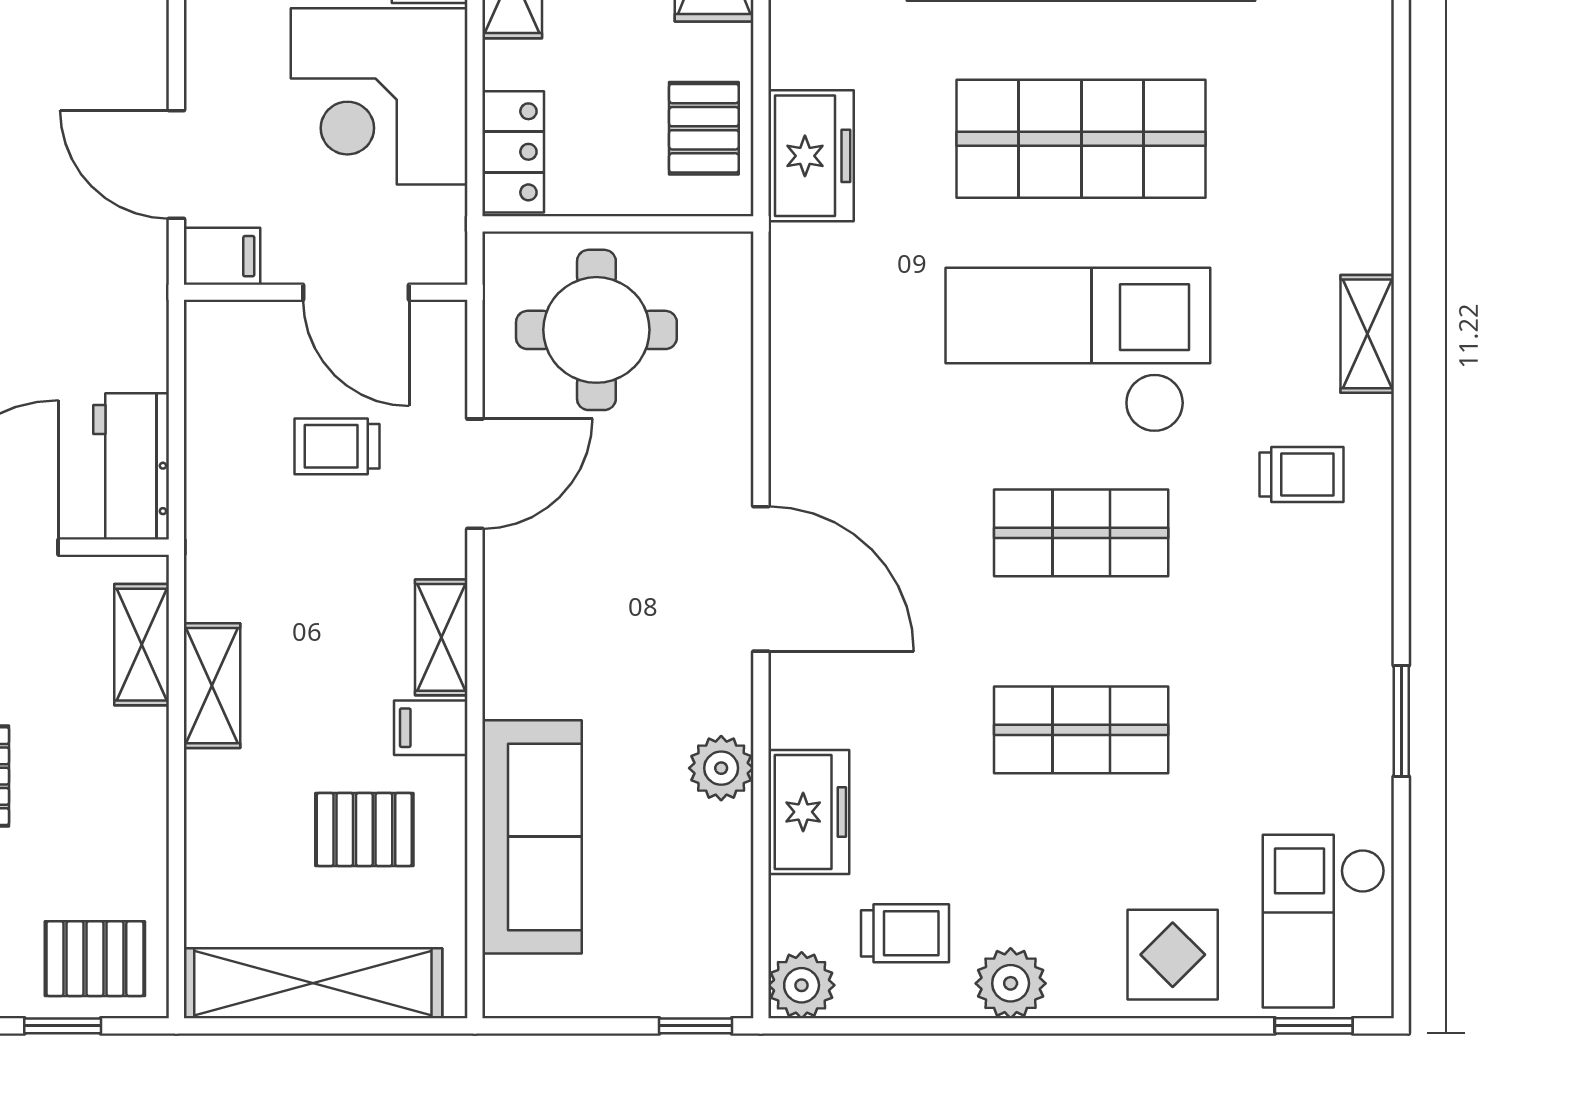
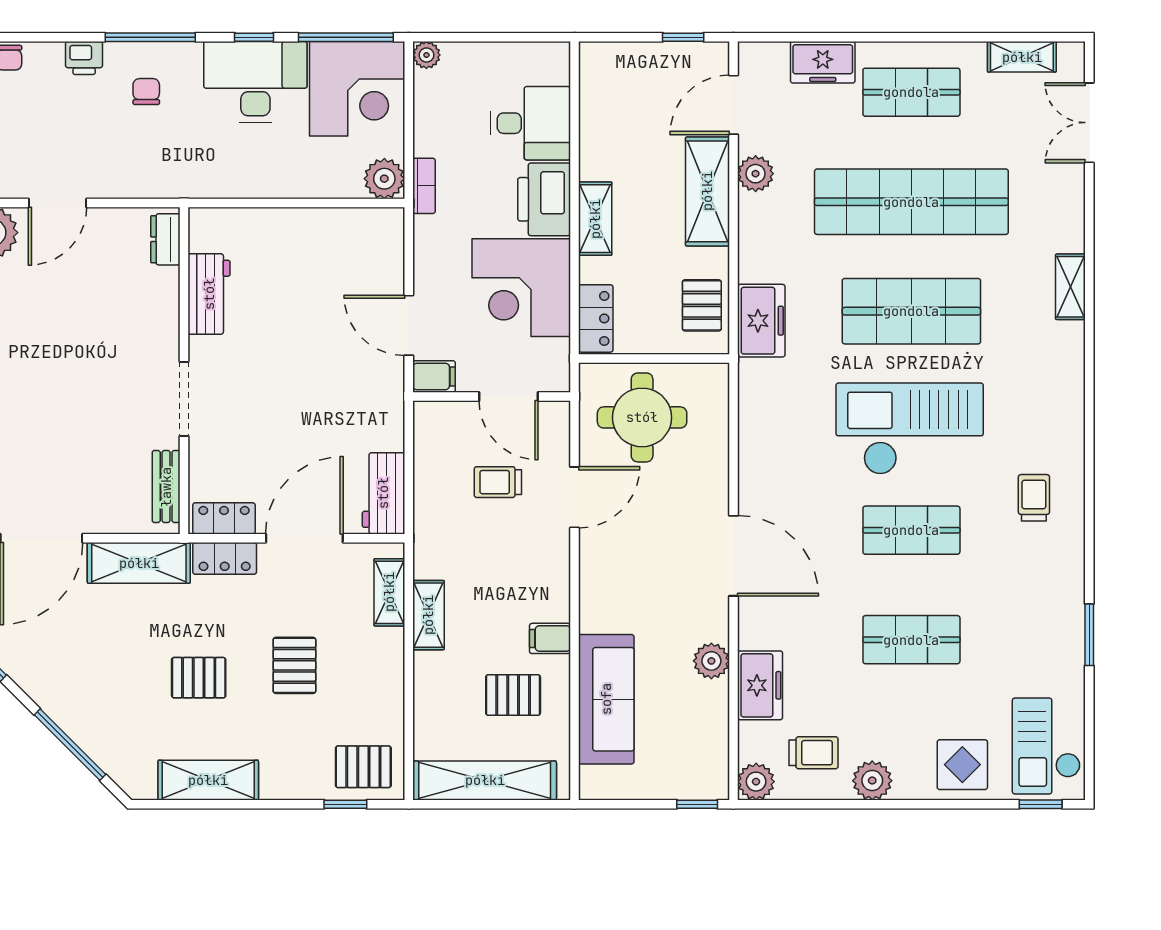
shelving: (1367, 334) -> (1070, 287), moved
trolley: (1302, 474) -> (1034, 498), turned -90
shelving: (441, 637) -> (556, 588), removed

